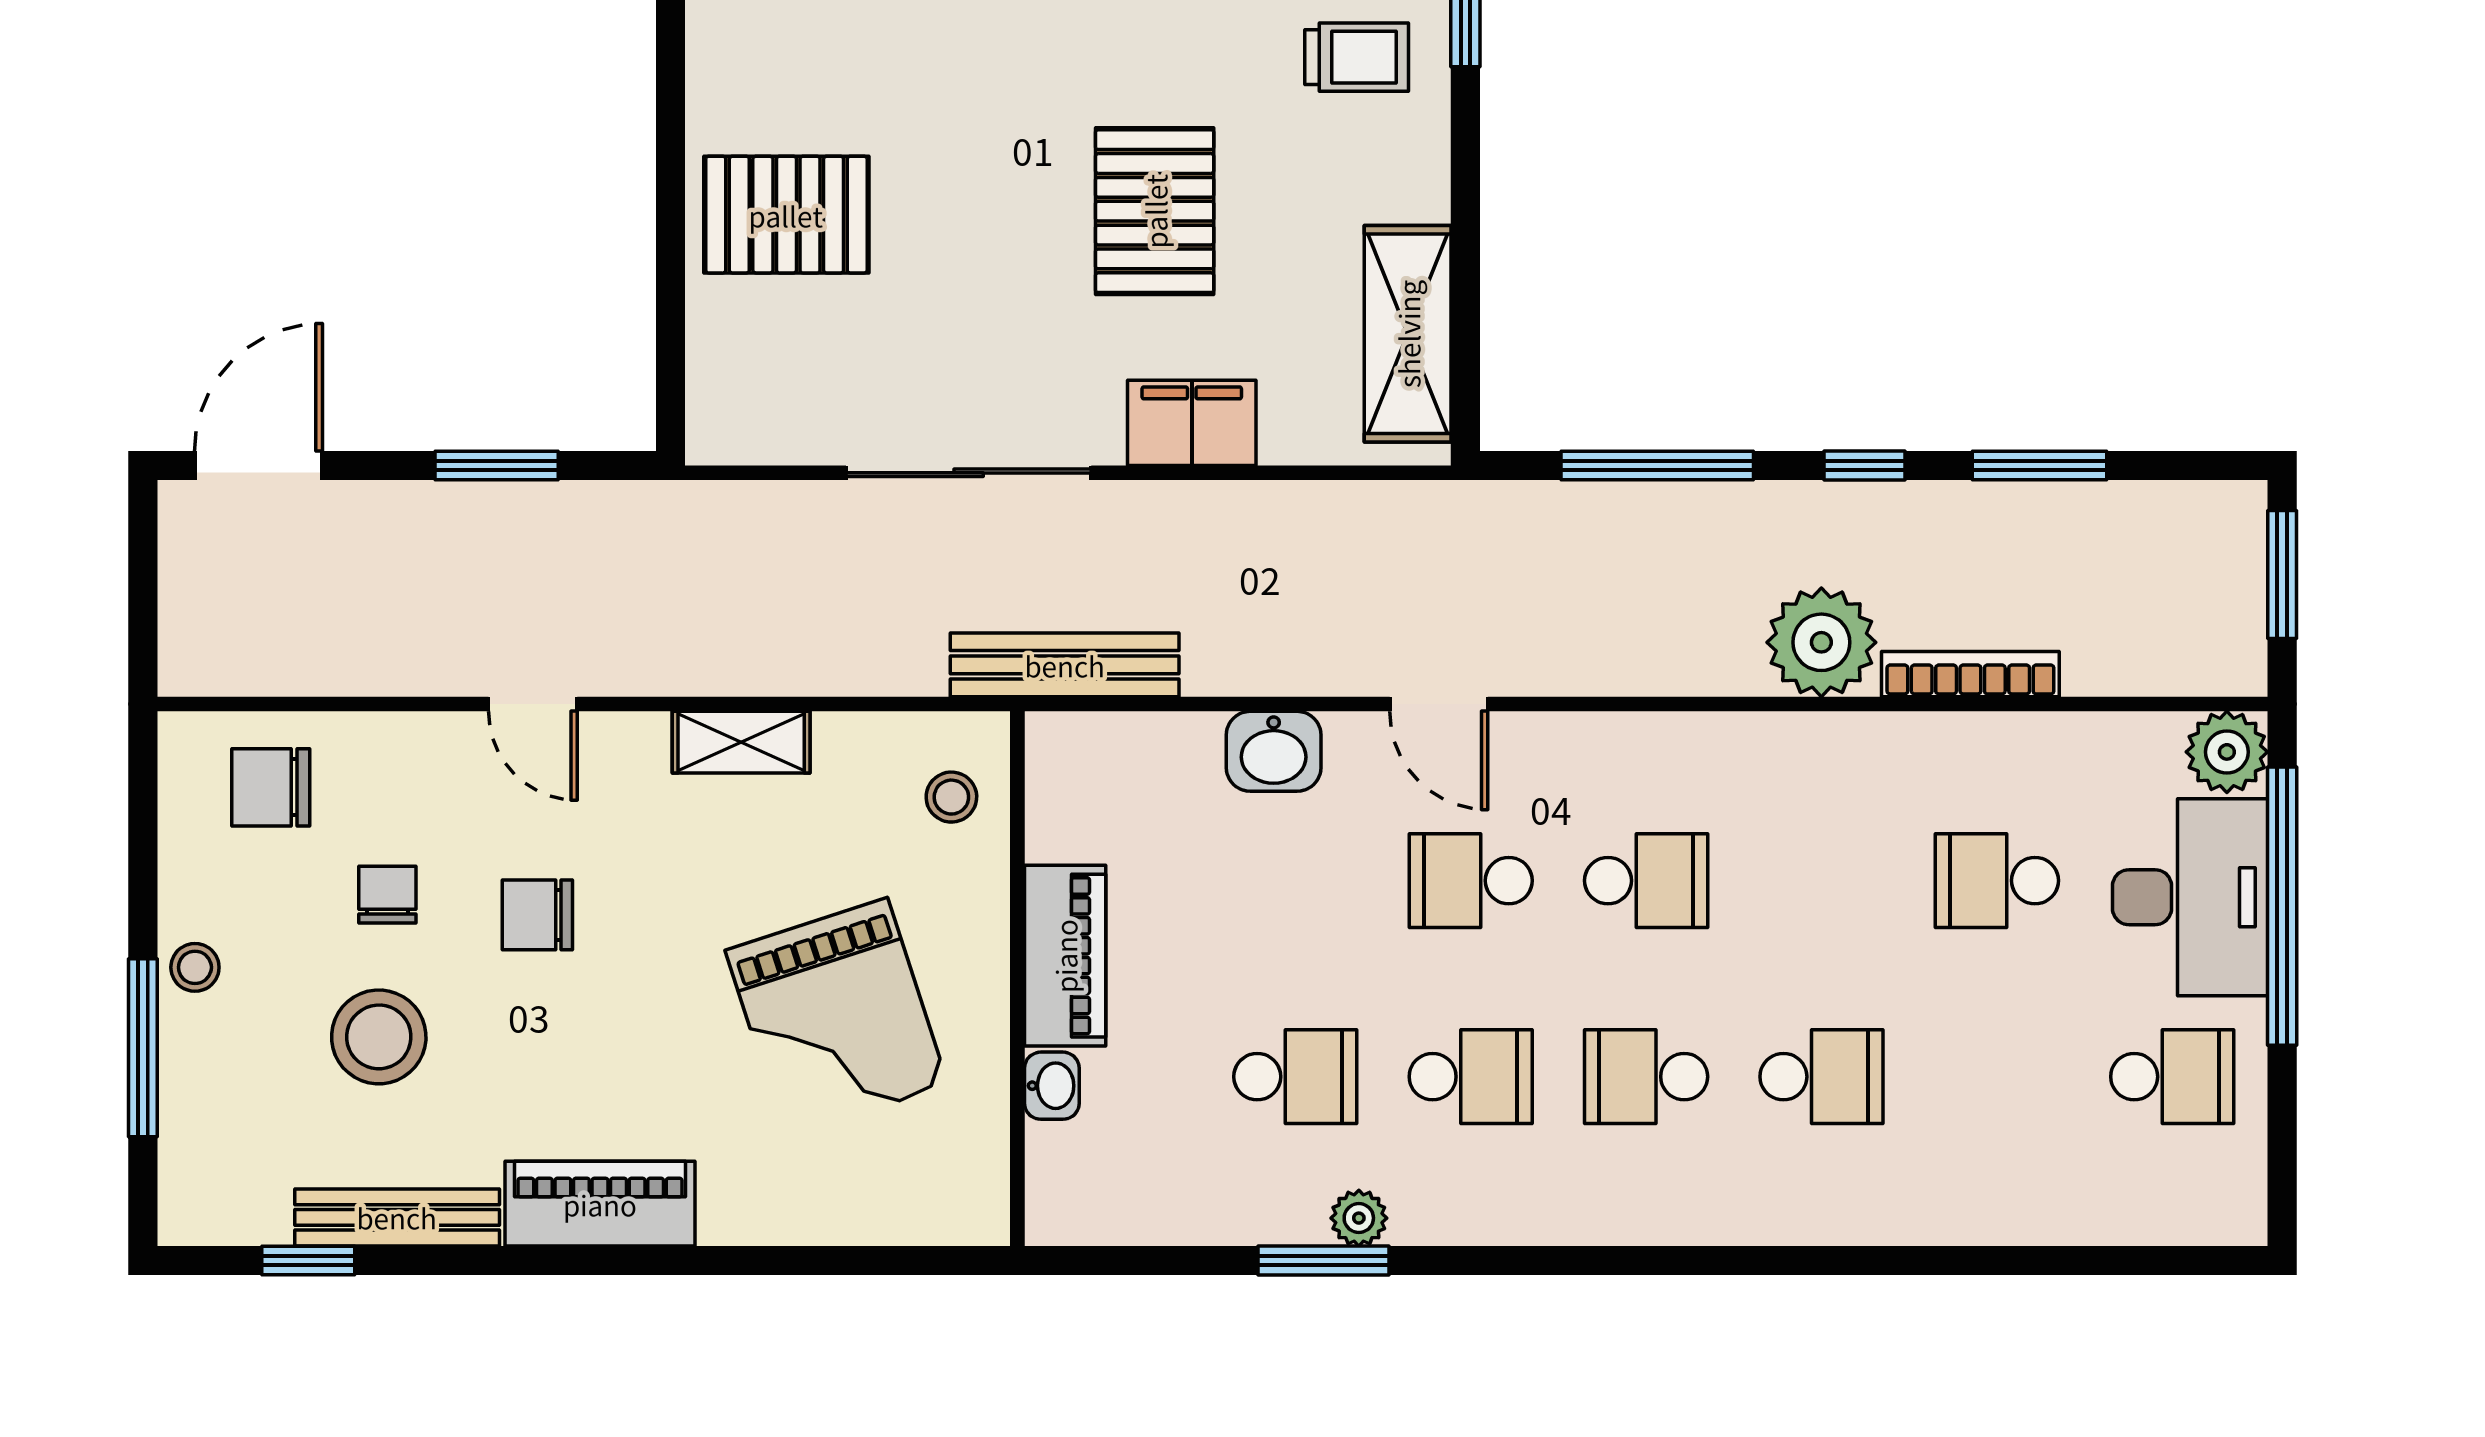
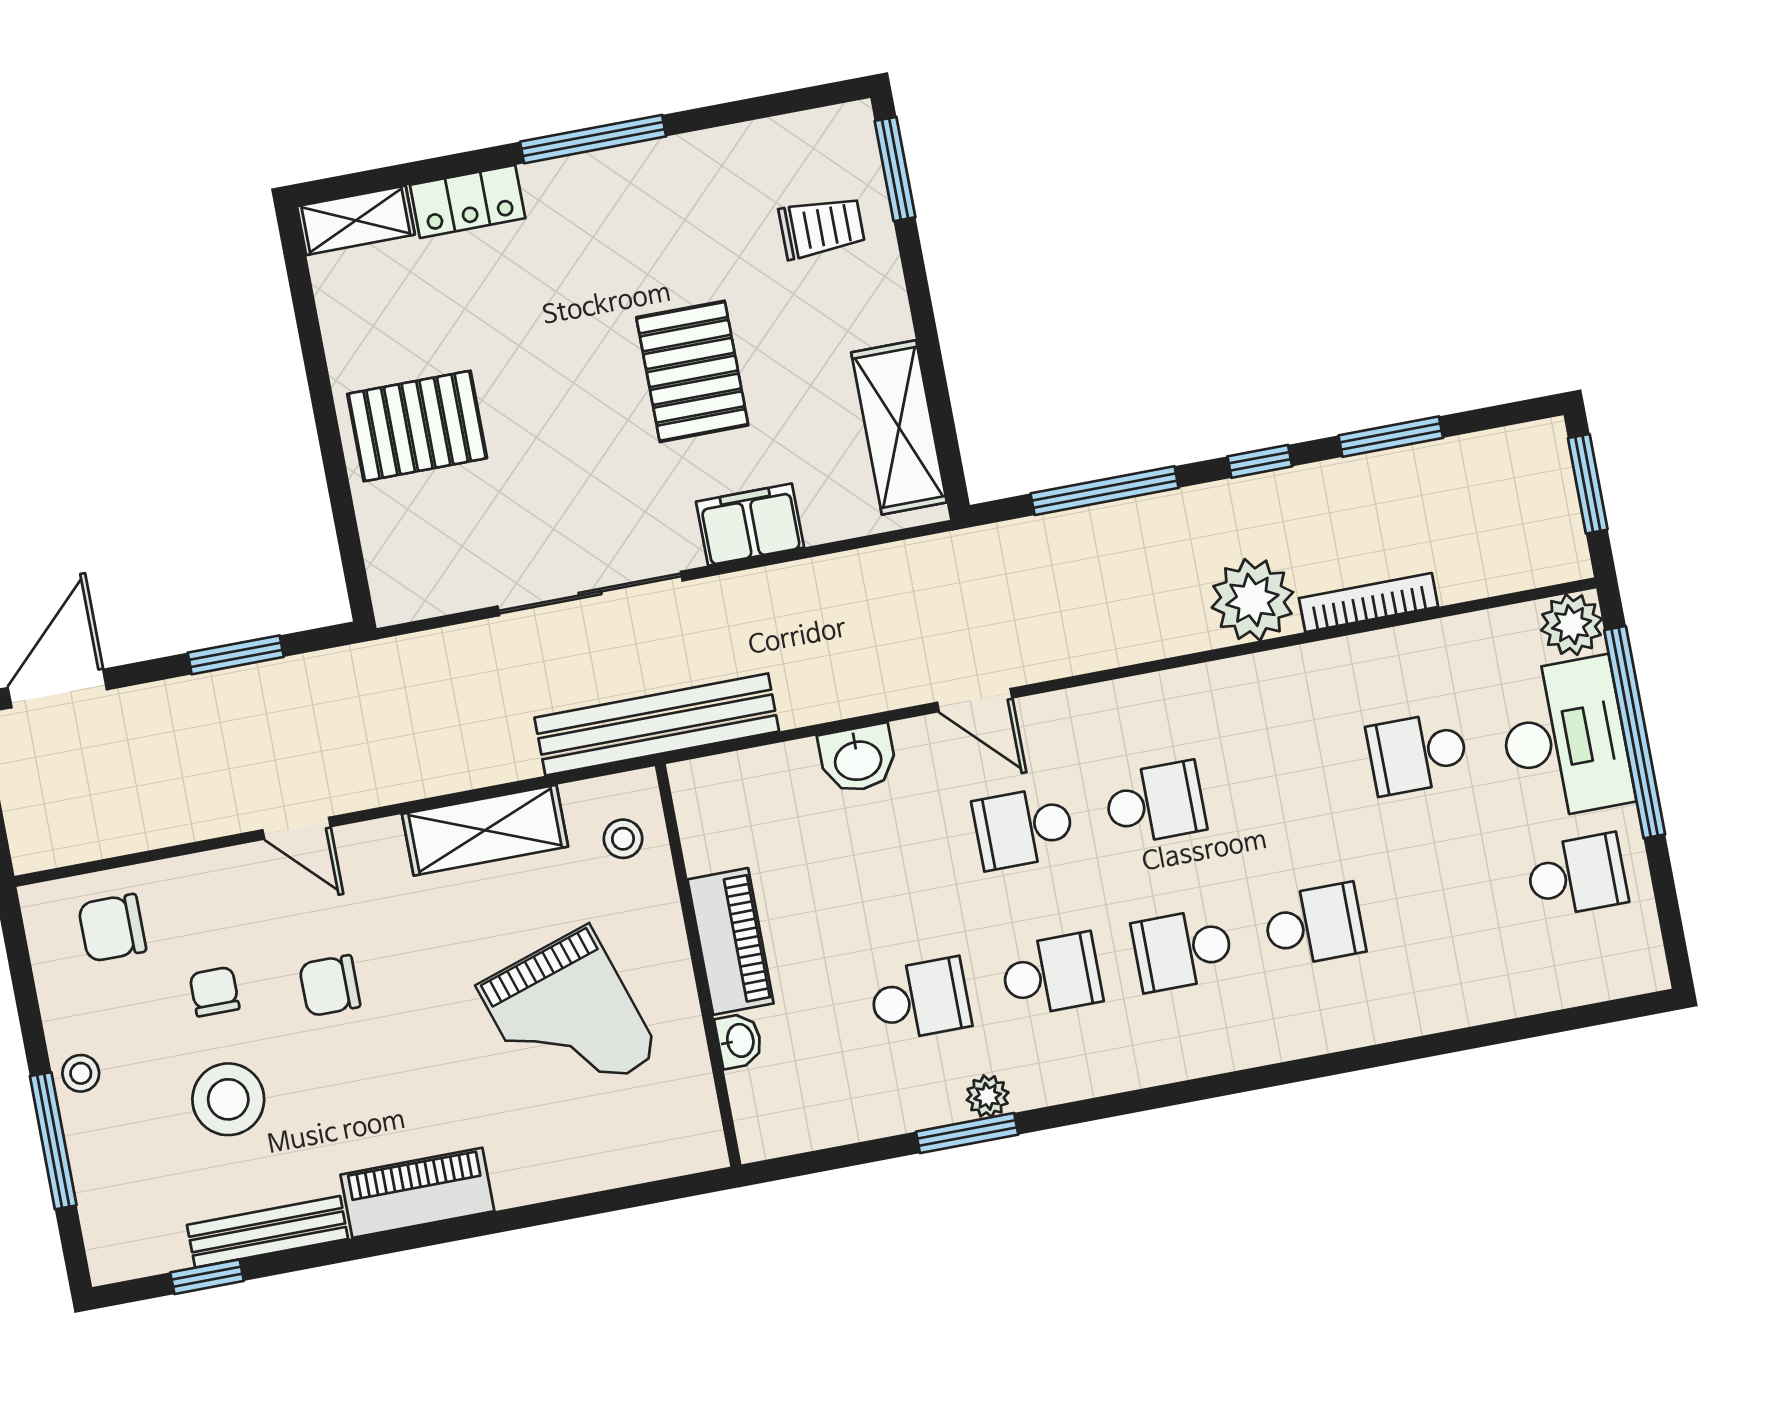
bench: (1065, 665) -> (657, 724), width x1.37, depth x1.21
shelving: (741, 742) -> (485, 830), width x1.50, depth x1.33

